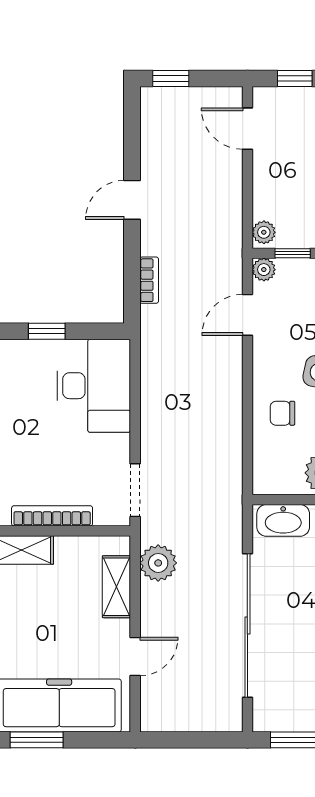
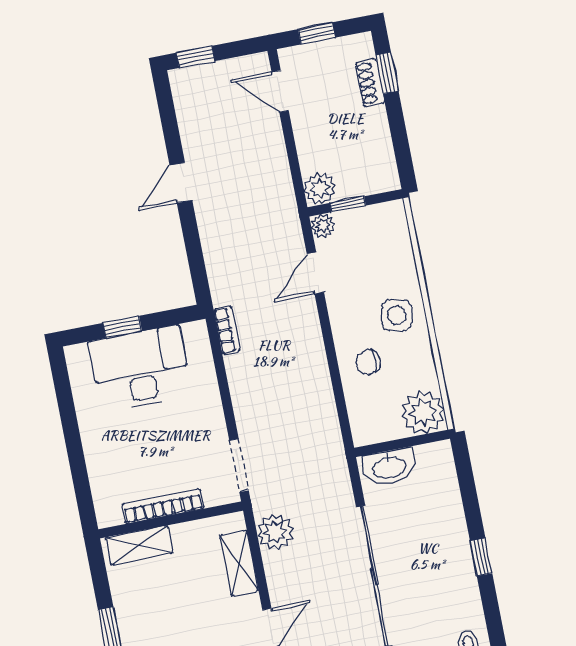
plant: (264, 232) -> (320, 188), width x1.38, depth x1.38
bookcase: (149, 280) -> (227, 330), moved
desk: (94, 386) -> (140, 369), moved, turned -90

